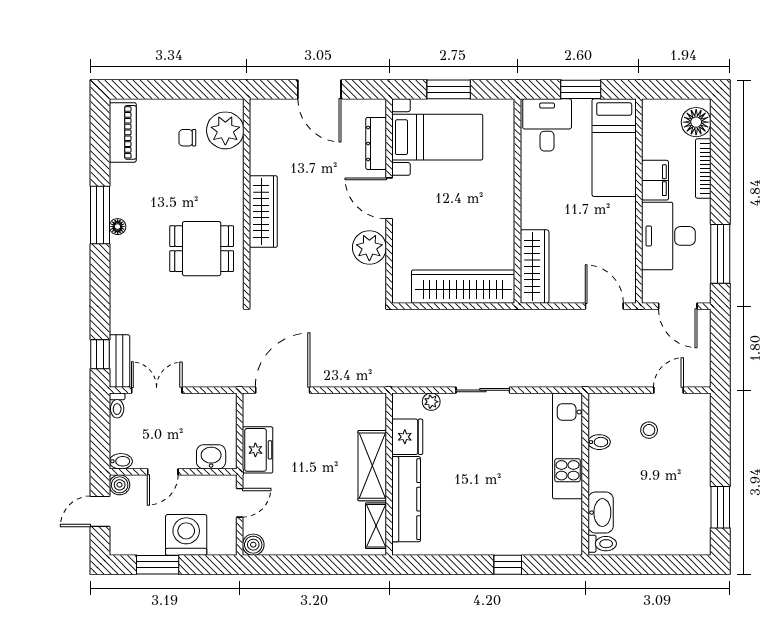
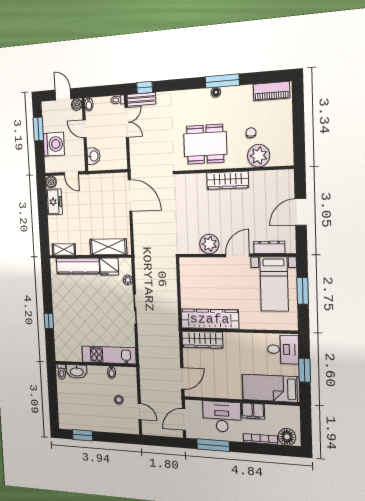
plant: (225, 130) -> (259, 156), moved
chair: (187, 138) -> (251, 133), moved
dining table: (202, 249) -> (205, 144), width x1.37
wardrobe: (463, 287) -> (210, 319), moved, turned -90
freezer: (258, 450) -> (54, 202), moved, turned -90
shelving: (372, 466) -> (108, 247), moved

